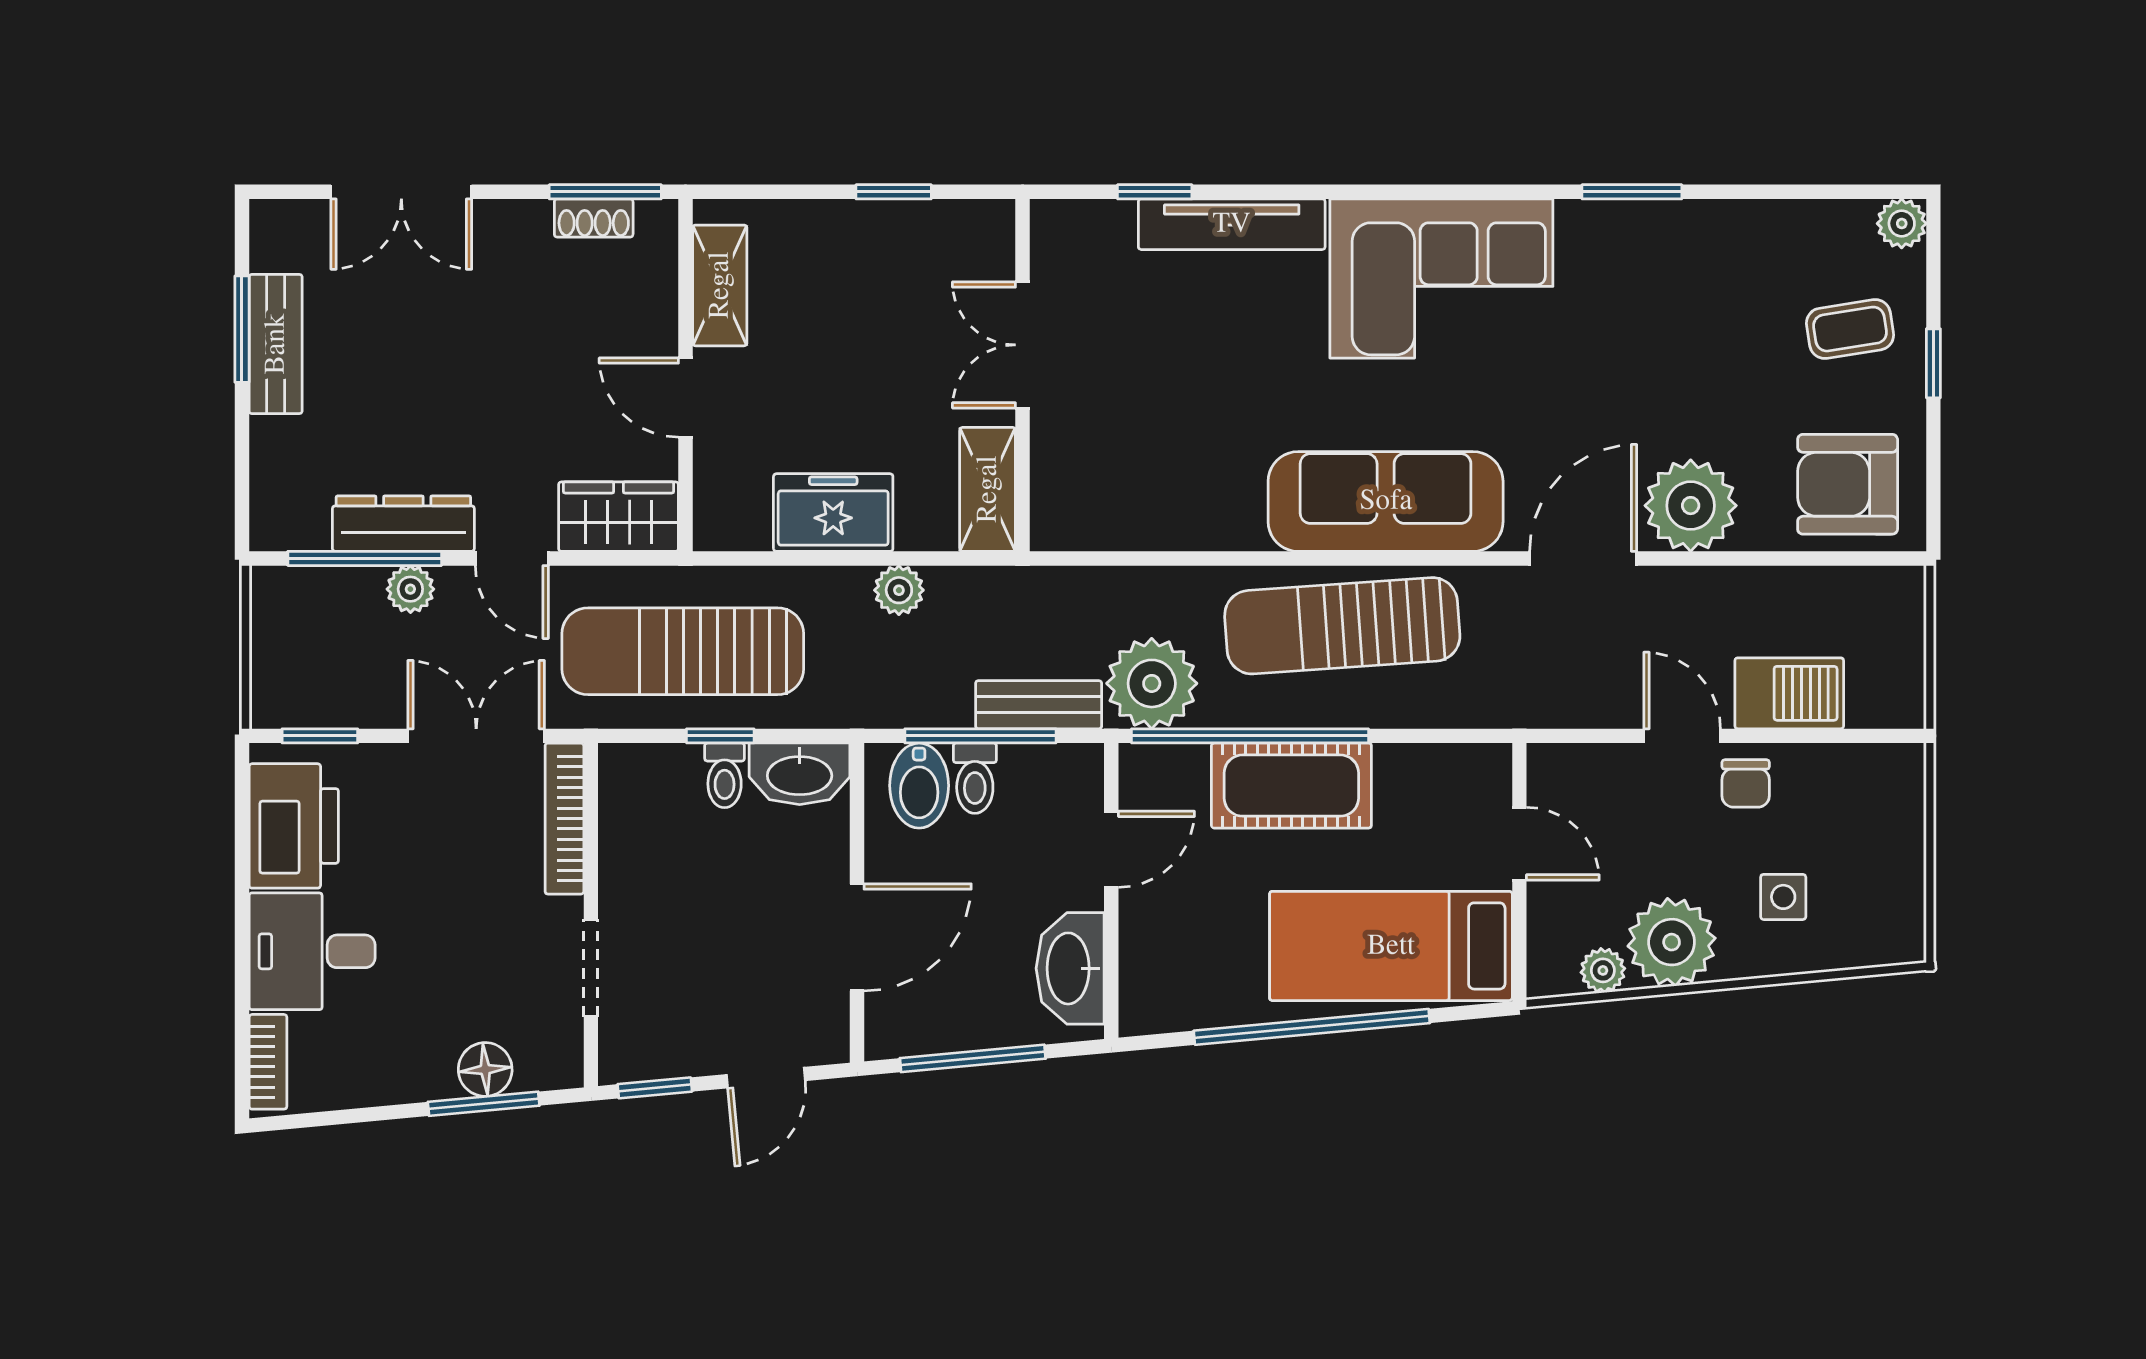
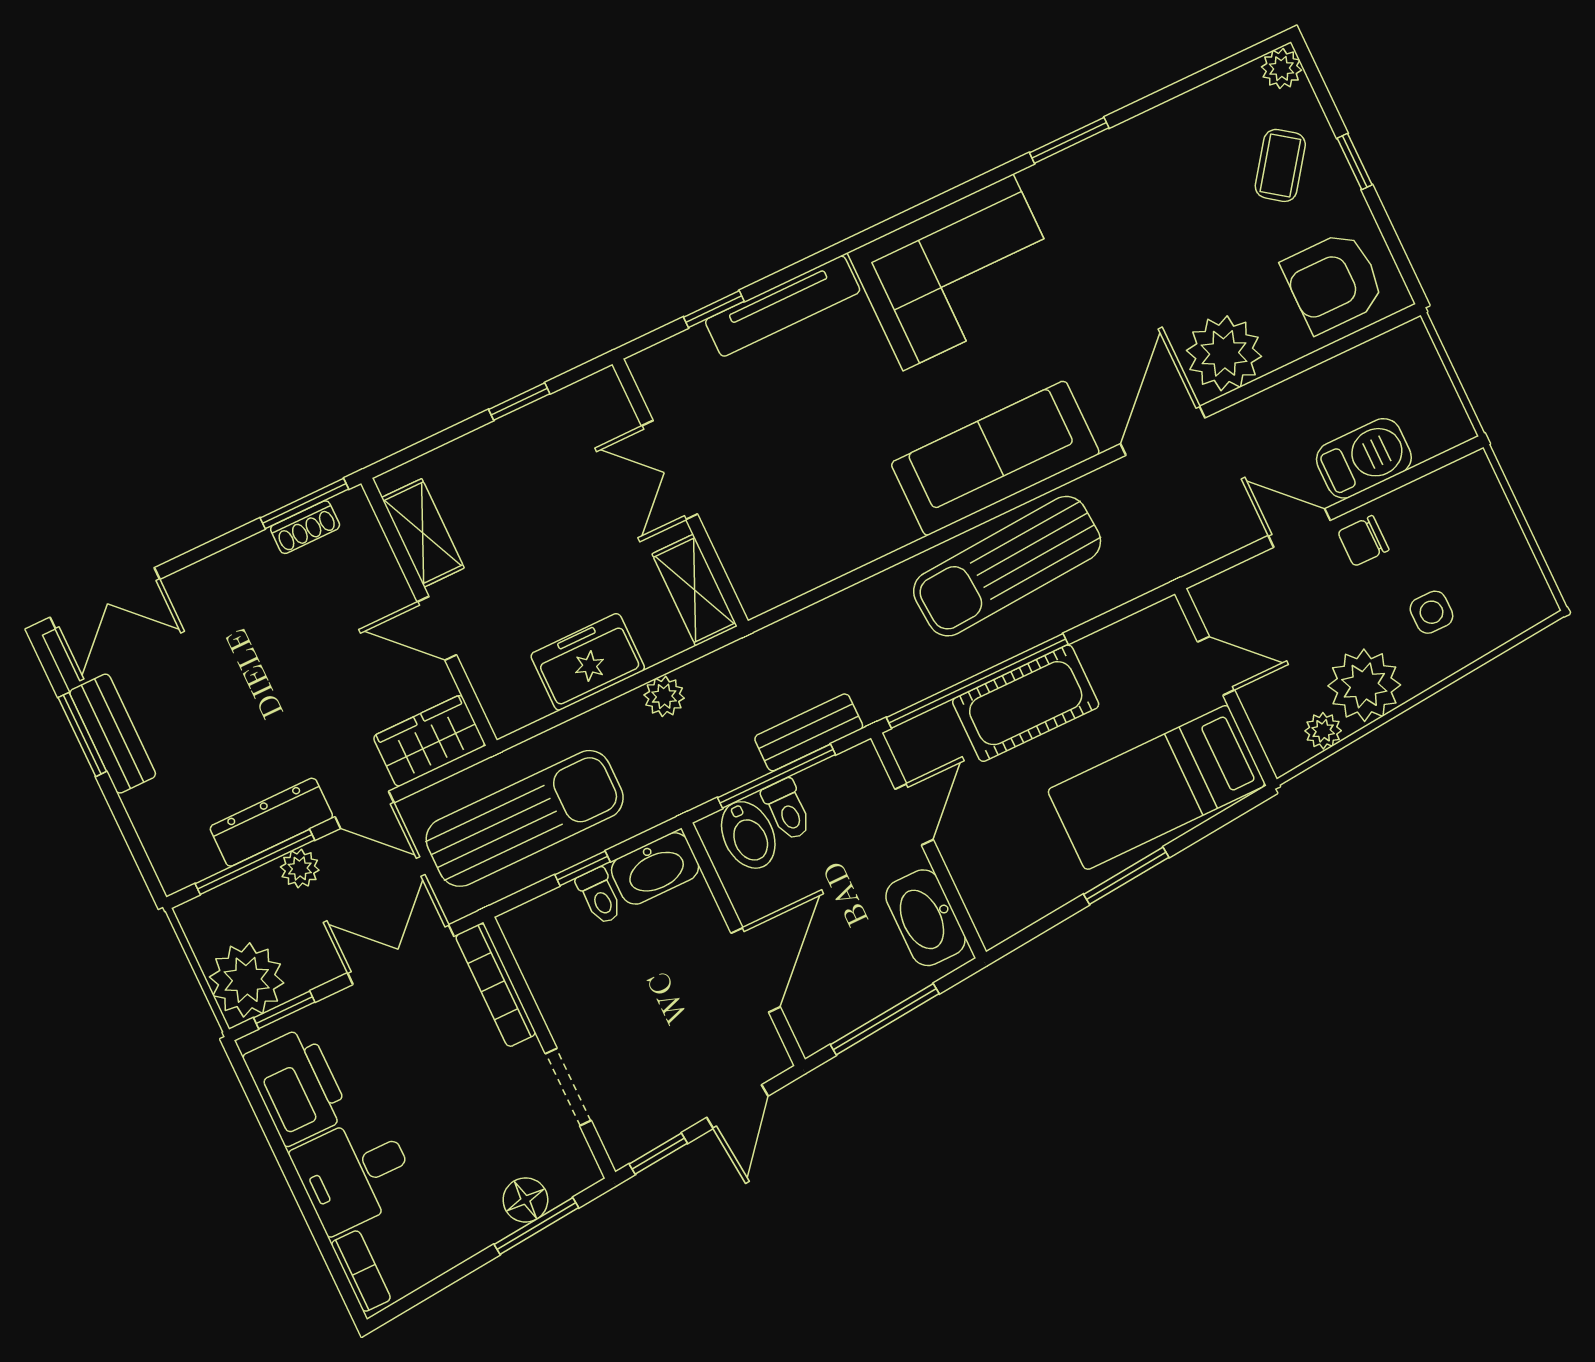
double door: (401, 192) -> (105, 598), moved
coffee table: (1850, 329) -> (1280, 165), turned -45
sun lounger: (683, 651) -> (525, 818), turned 180
plant: (1152, 683) -> (247, 980), moved
chair: (1746, 783) -> (1363, 541), turned 90
window: (1312, 1027) -> (1126, 876), width x0.47

